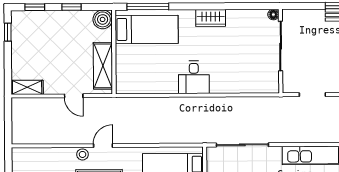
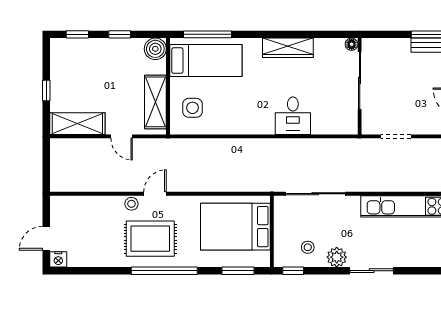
wardrobe: (211, 18) -> (288, 48), width x1.50
window: (8, 32) -> (46, 91), moved
side table: (135, 71) -> (193, 108), added
desk: (194, 77) -> (293, 116), moved
shelving: (27, 87) -> (77, 124), width x1.50, depth x1.33

